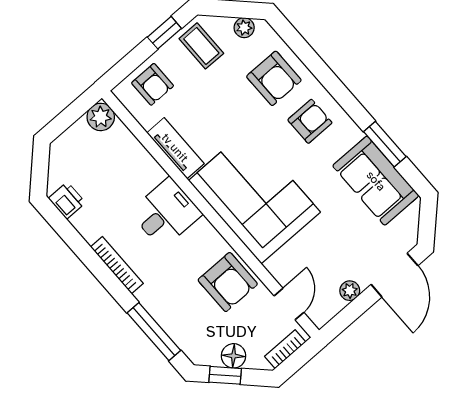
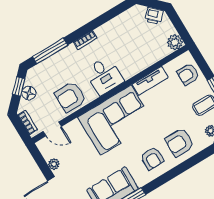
printer: (67, 200) -> (154, 16), moved, turned 45
desk: (166, 213) -> (104, 76), moved
bookcase: (117, 265) -> (85, 40), width x0.64

